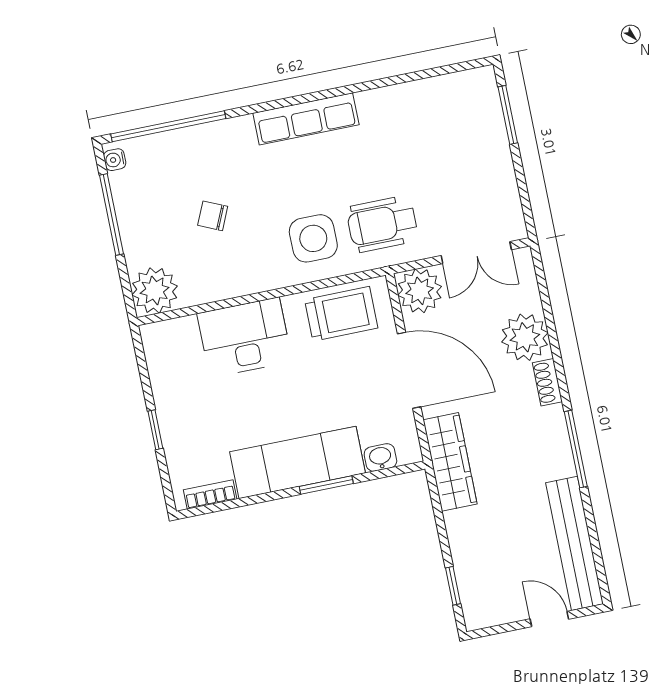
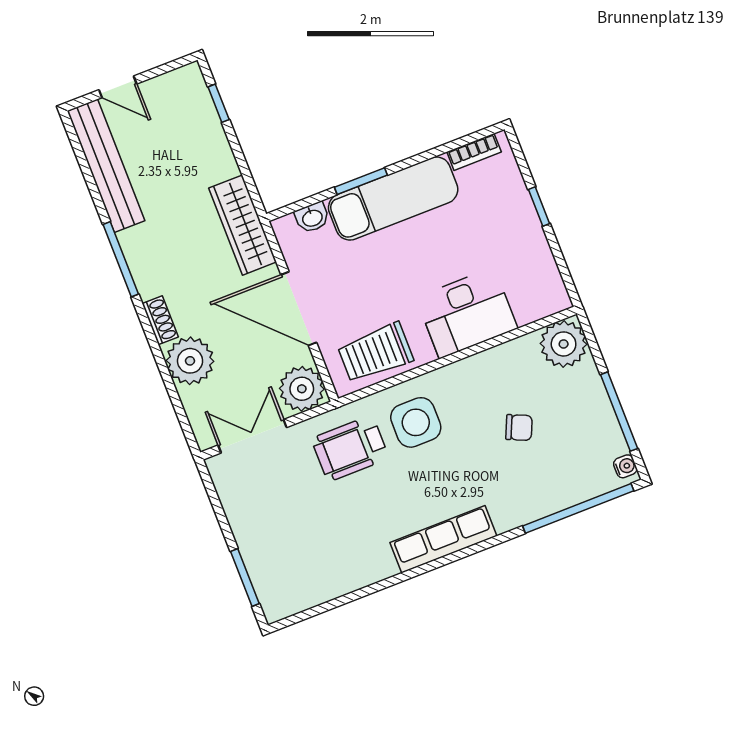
wheelchair: (382, 224) -> (350, 448), turned 180

